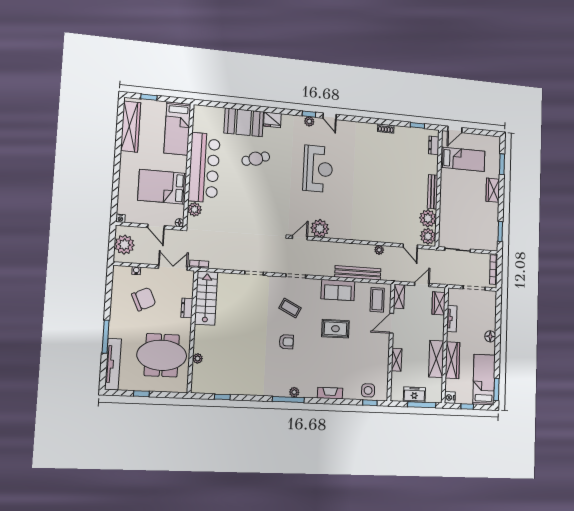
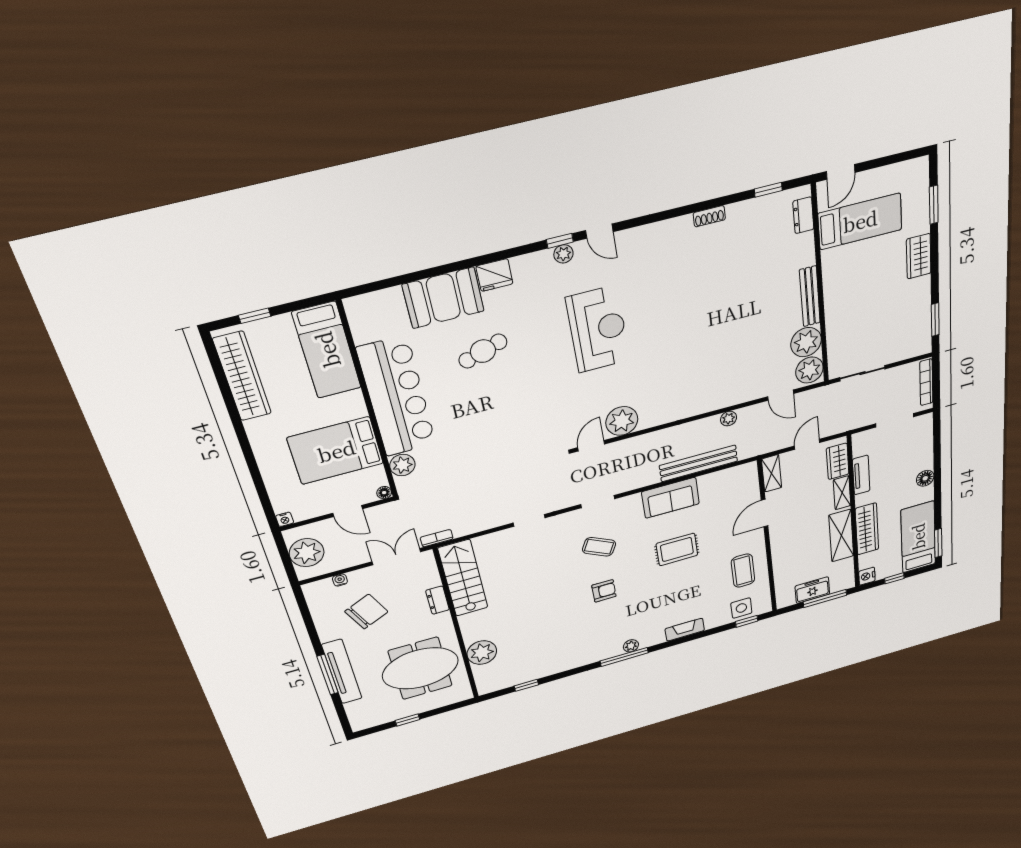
coffee table: (377, 300) -> (743, 571), moved
plant: (198, 358) -> (482, 653), width x1.88, depth x1.88
shelving: (396, 360) -> (842, 493), moved
tv unit: (113, 364) -> (342, 672), moved

